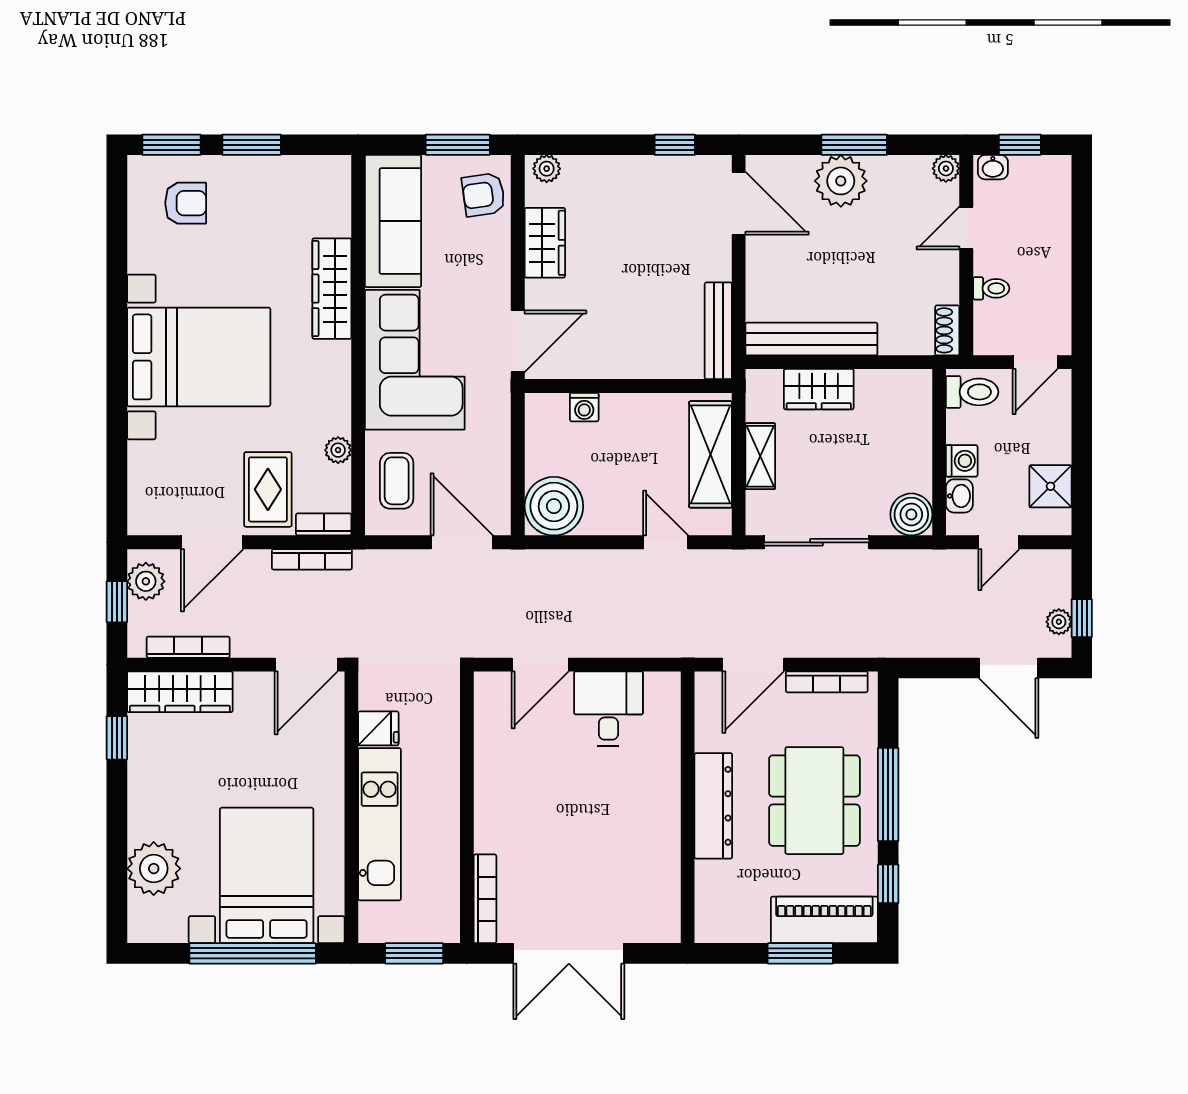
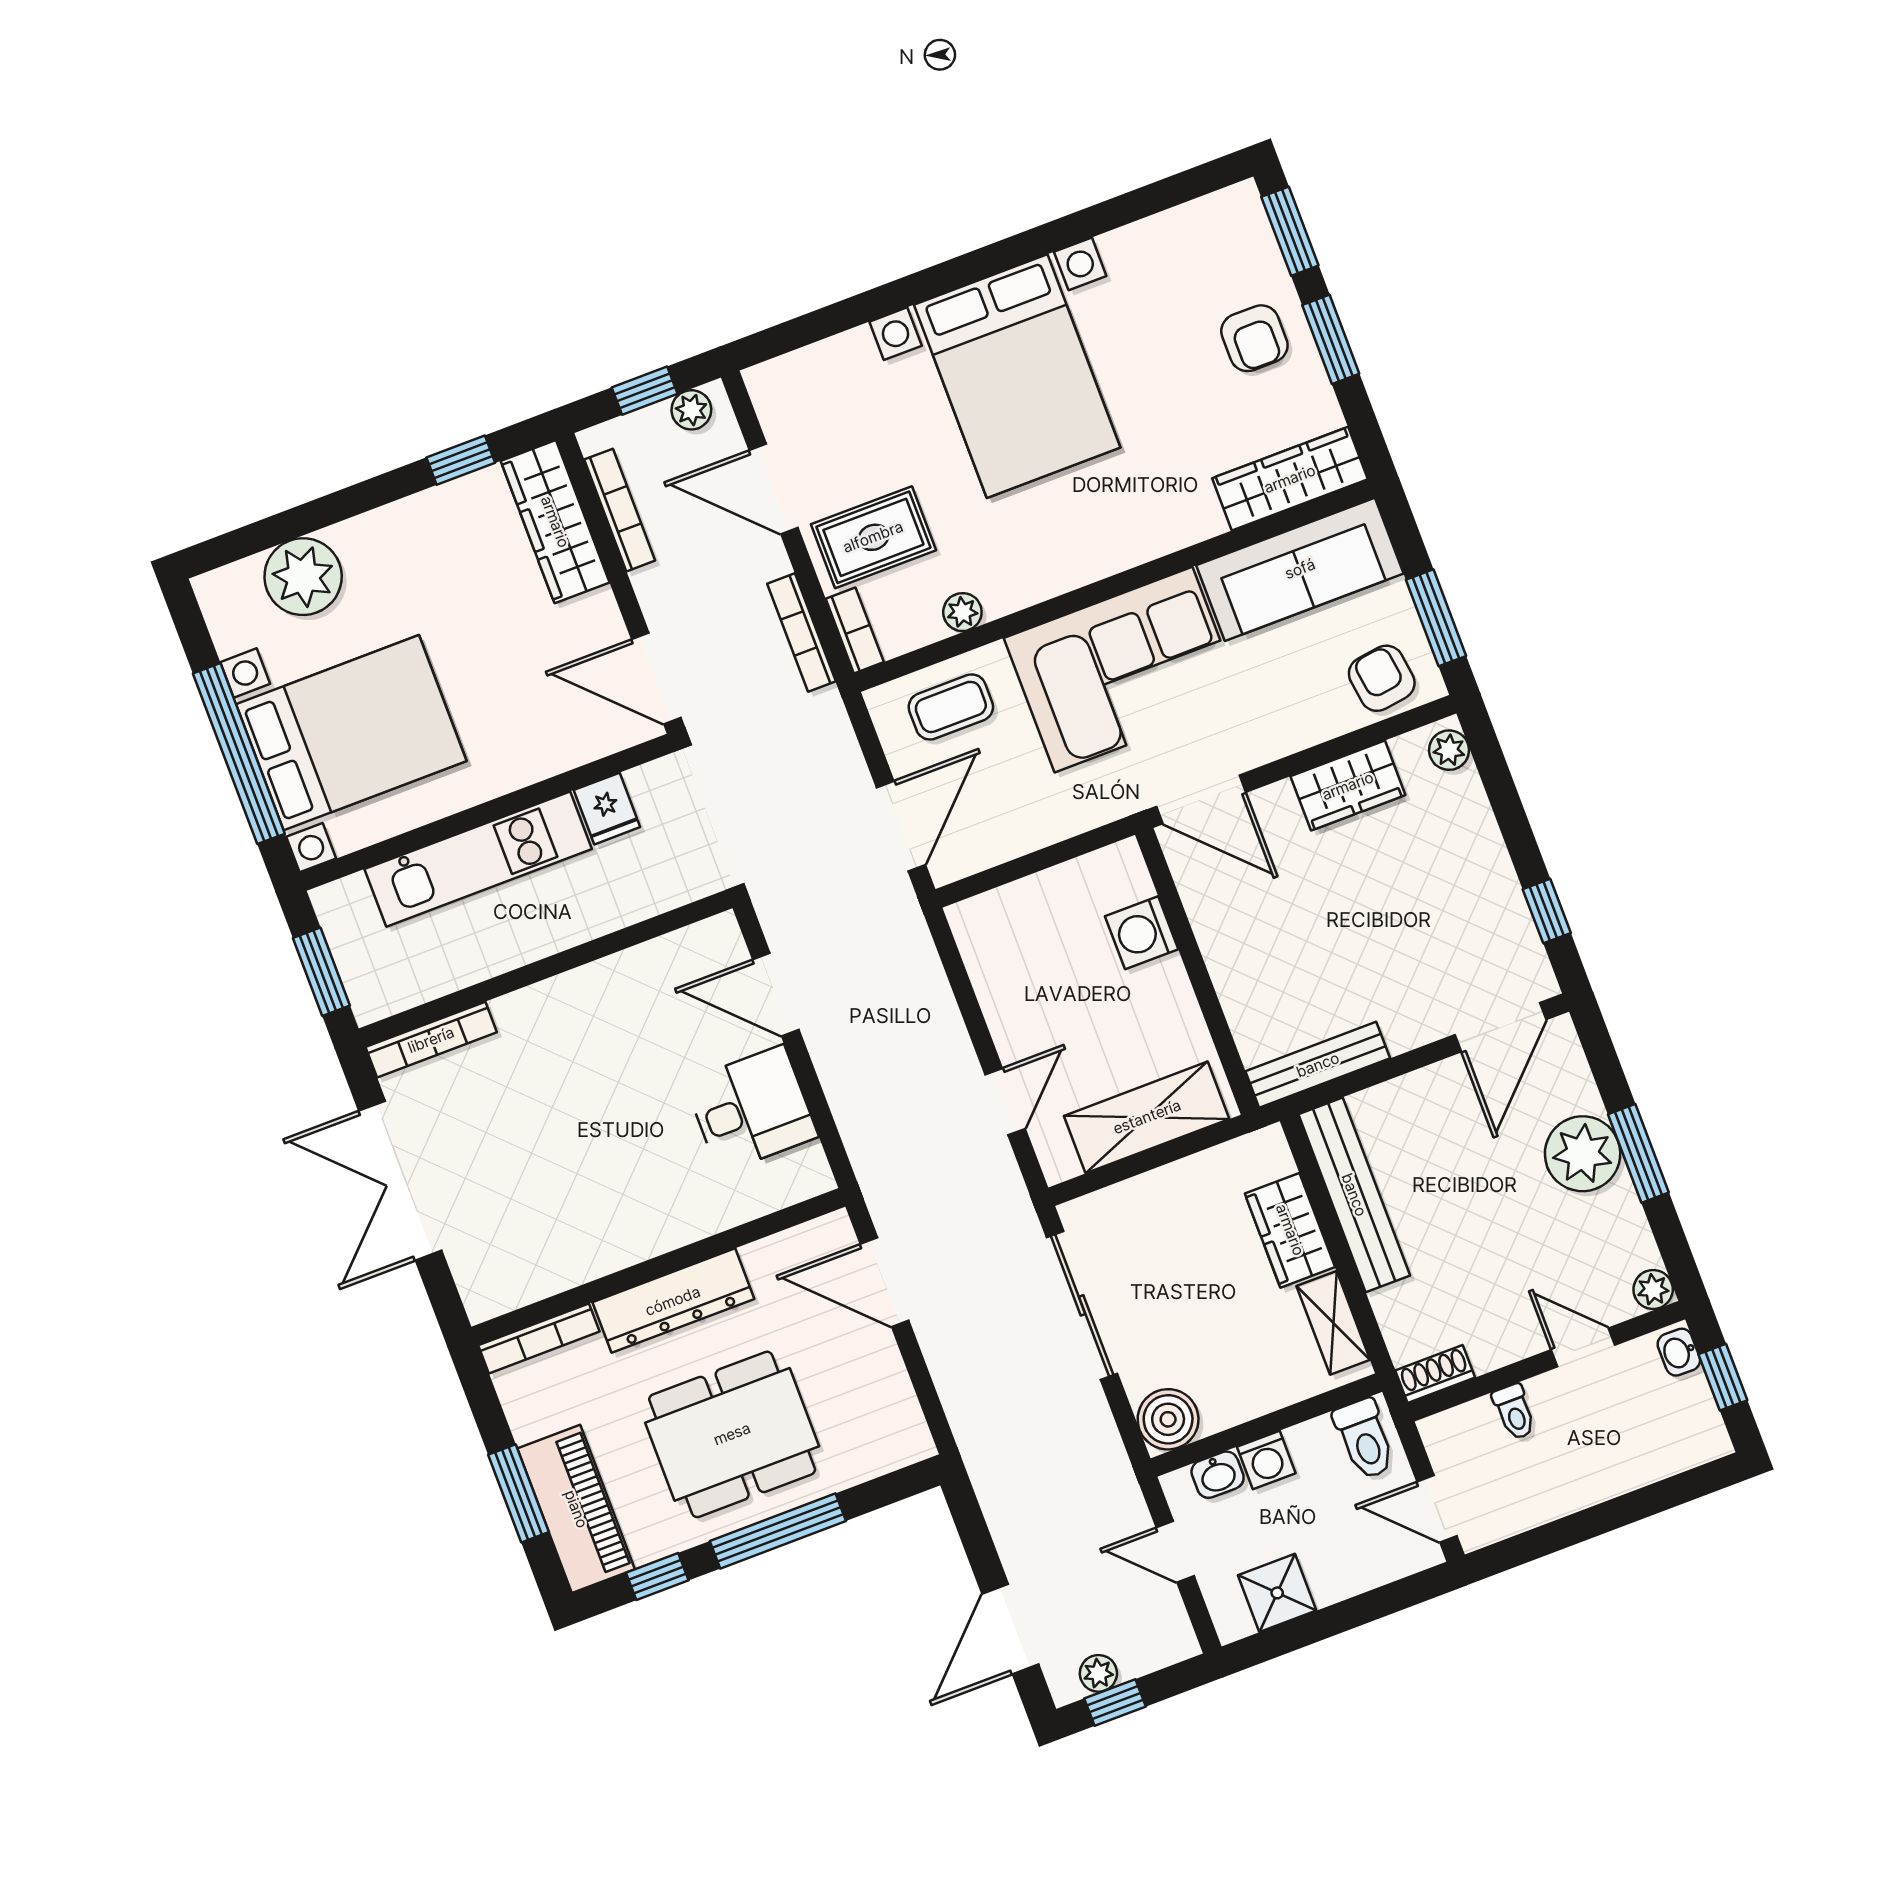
armchair: (186, 203) -> (1254, 338), moved
wardrobe: (332, 289) -> (1290, 479), moved
washing machine: (584, 407) -> (1142, 933), width x1.38, depth x1.38
shelving: (760, 456) -> (1333, 1323), moved, turned 90
boiler: (554, 506) -> (997, 932), removed
plant: (146, 581) -> (691, 410), width x0.73, depth x0.73
bookcase: (827, 682) -> (539, 1338), moved, turned -90

